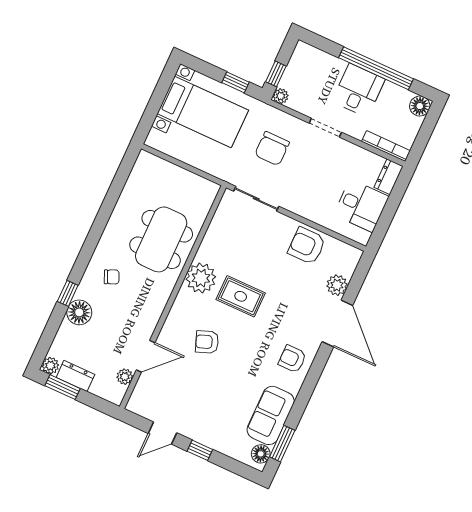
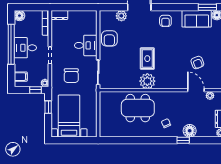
filing cabinet: (311, 59) -> (21, 77), added
chair: (272, 149) -> (71, 76), turned 90
desk: (361, 206) -> (86, 45), moved, turned 90
armchair: (207, 342) -> (197, 63), moved

